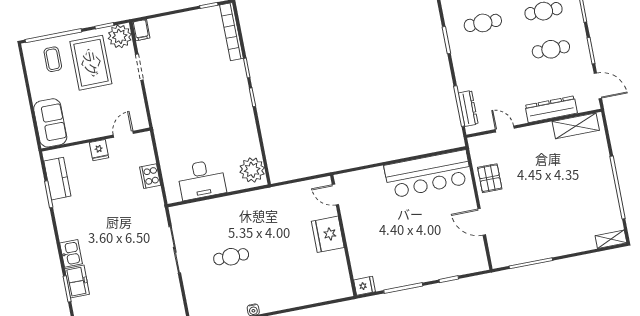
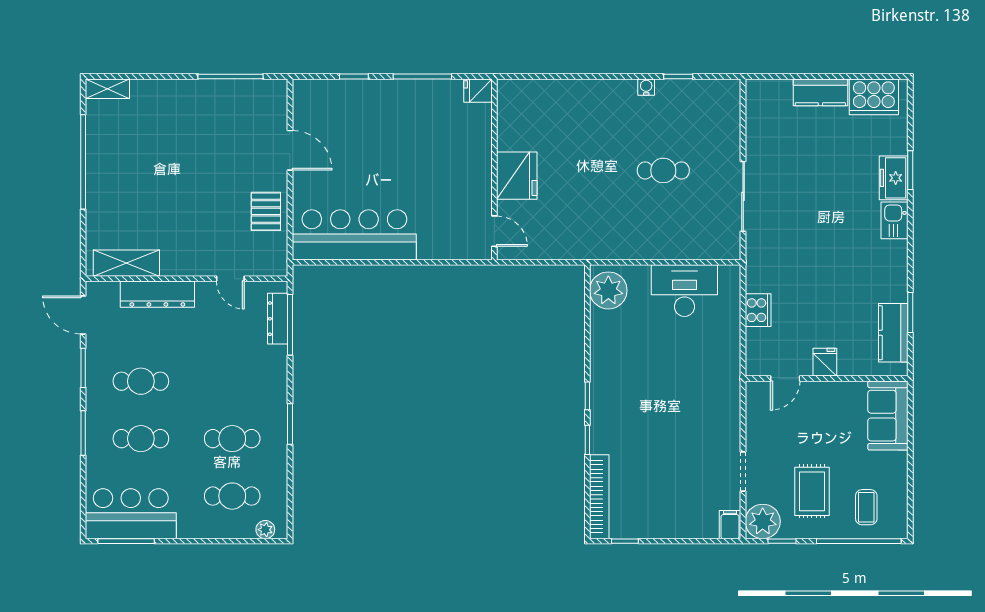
rug: (91, 63) -> (812, 491), width x0.73, depth x0.70

